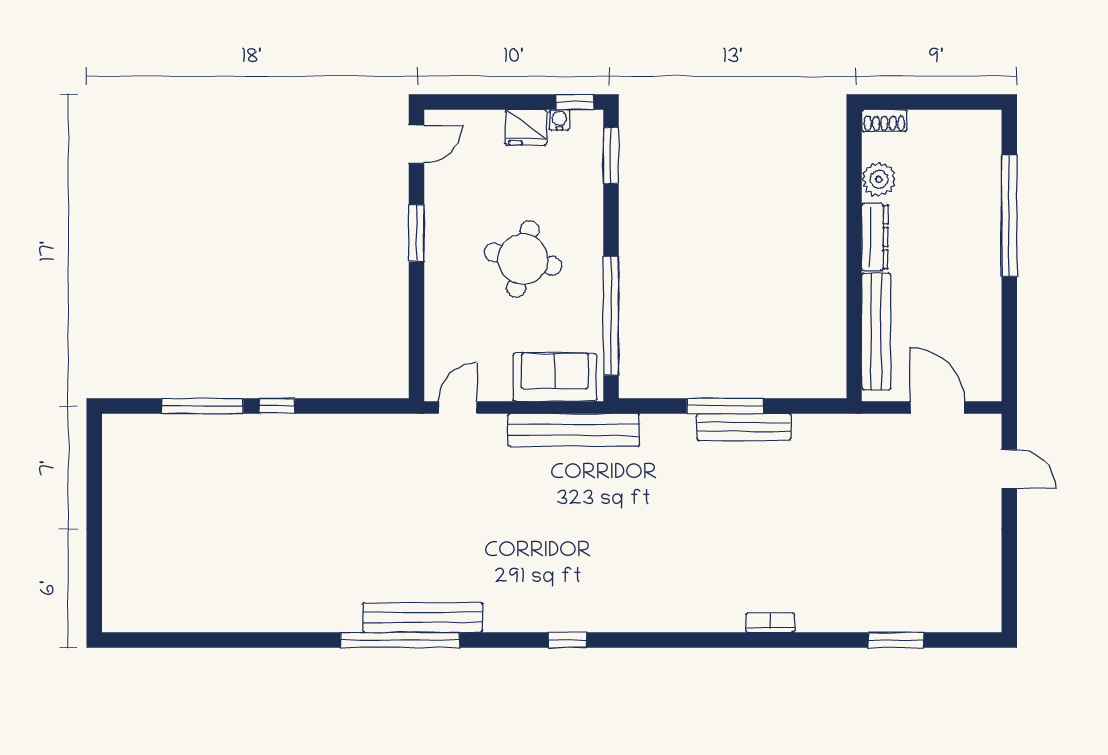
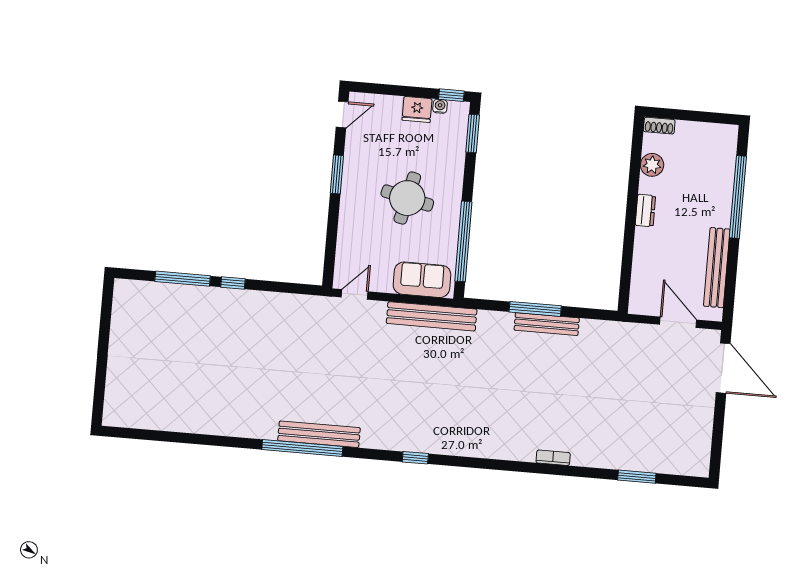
dresser: (875, 237) -> (645, 211), width x0.70
bench: (876, 332) -> (717, 268), moved
door: (1009, 469) -> (723, 368), width x1.87

